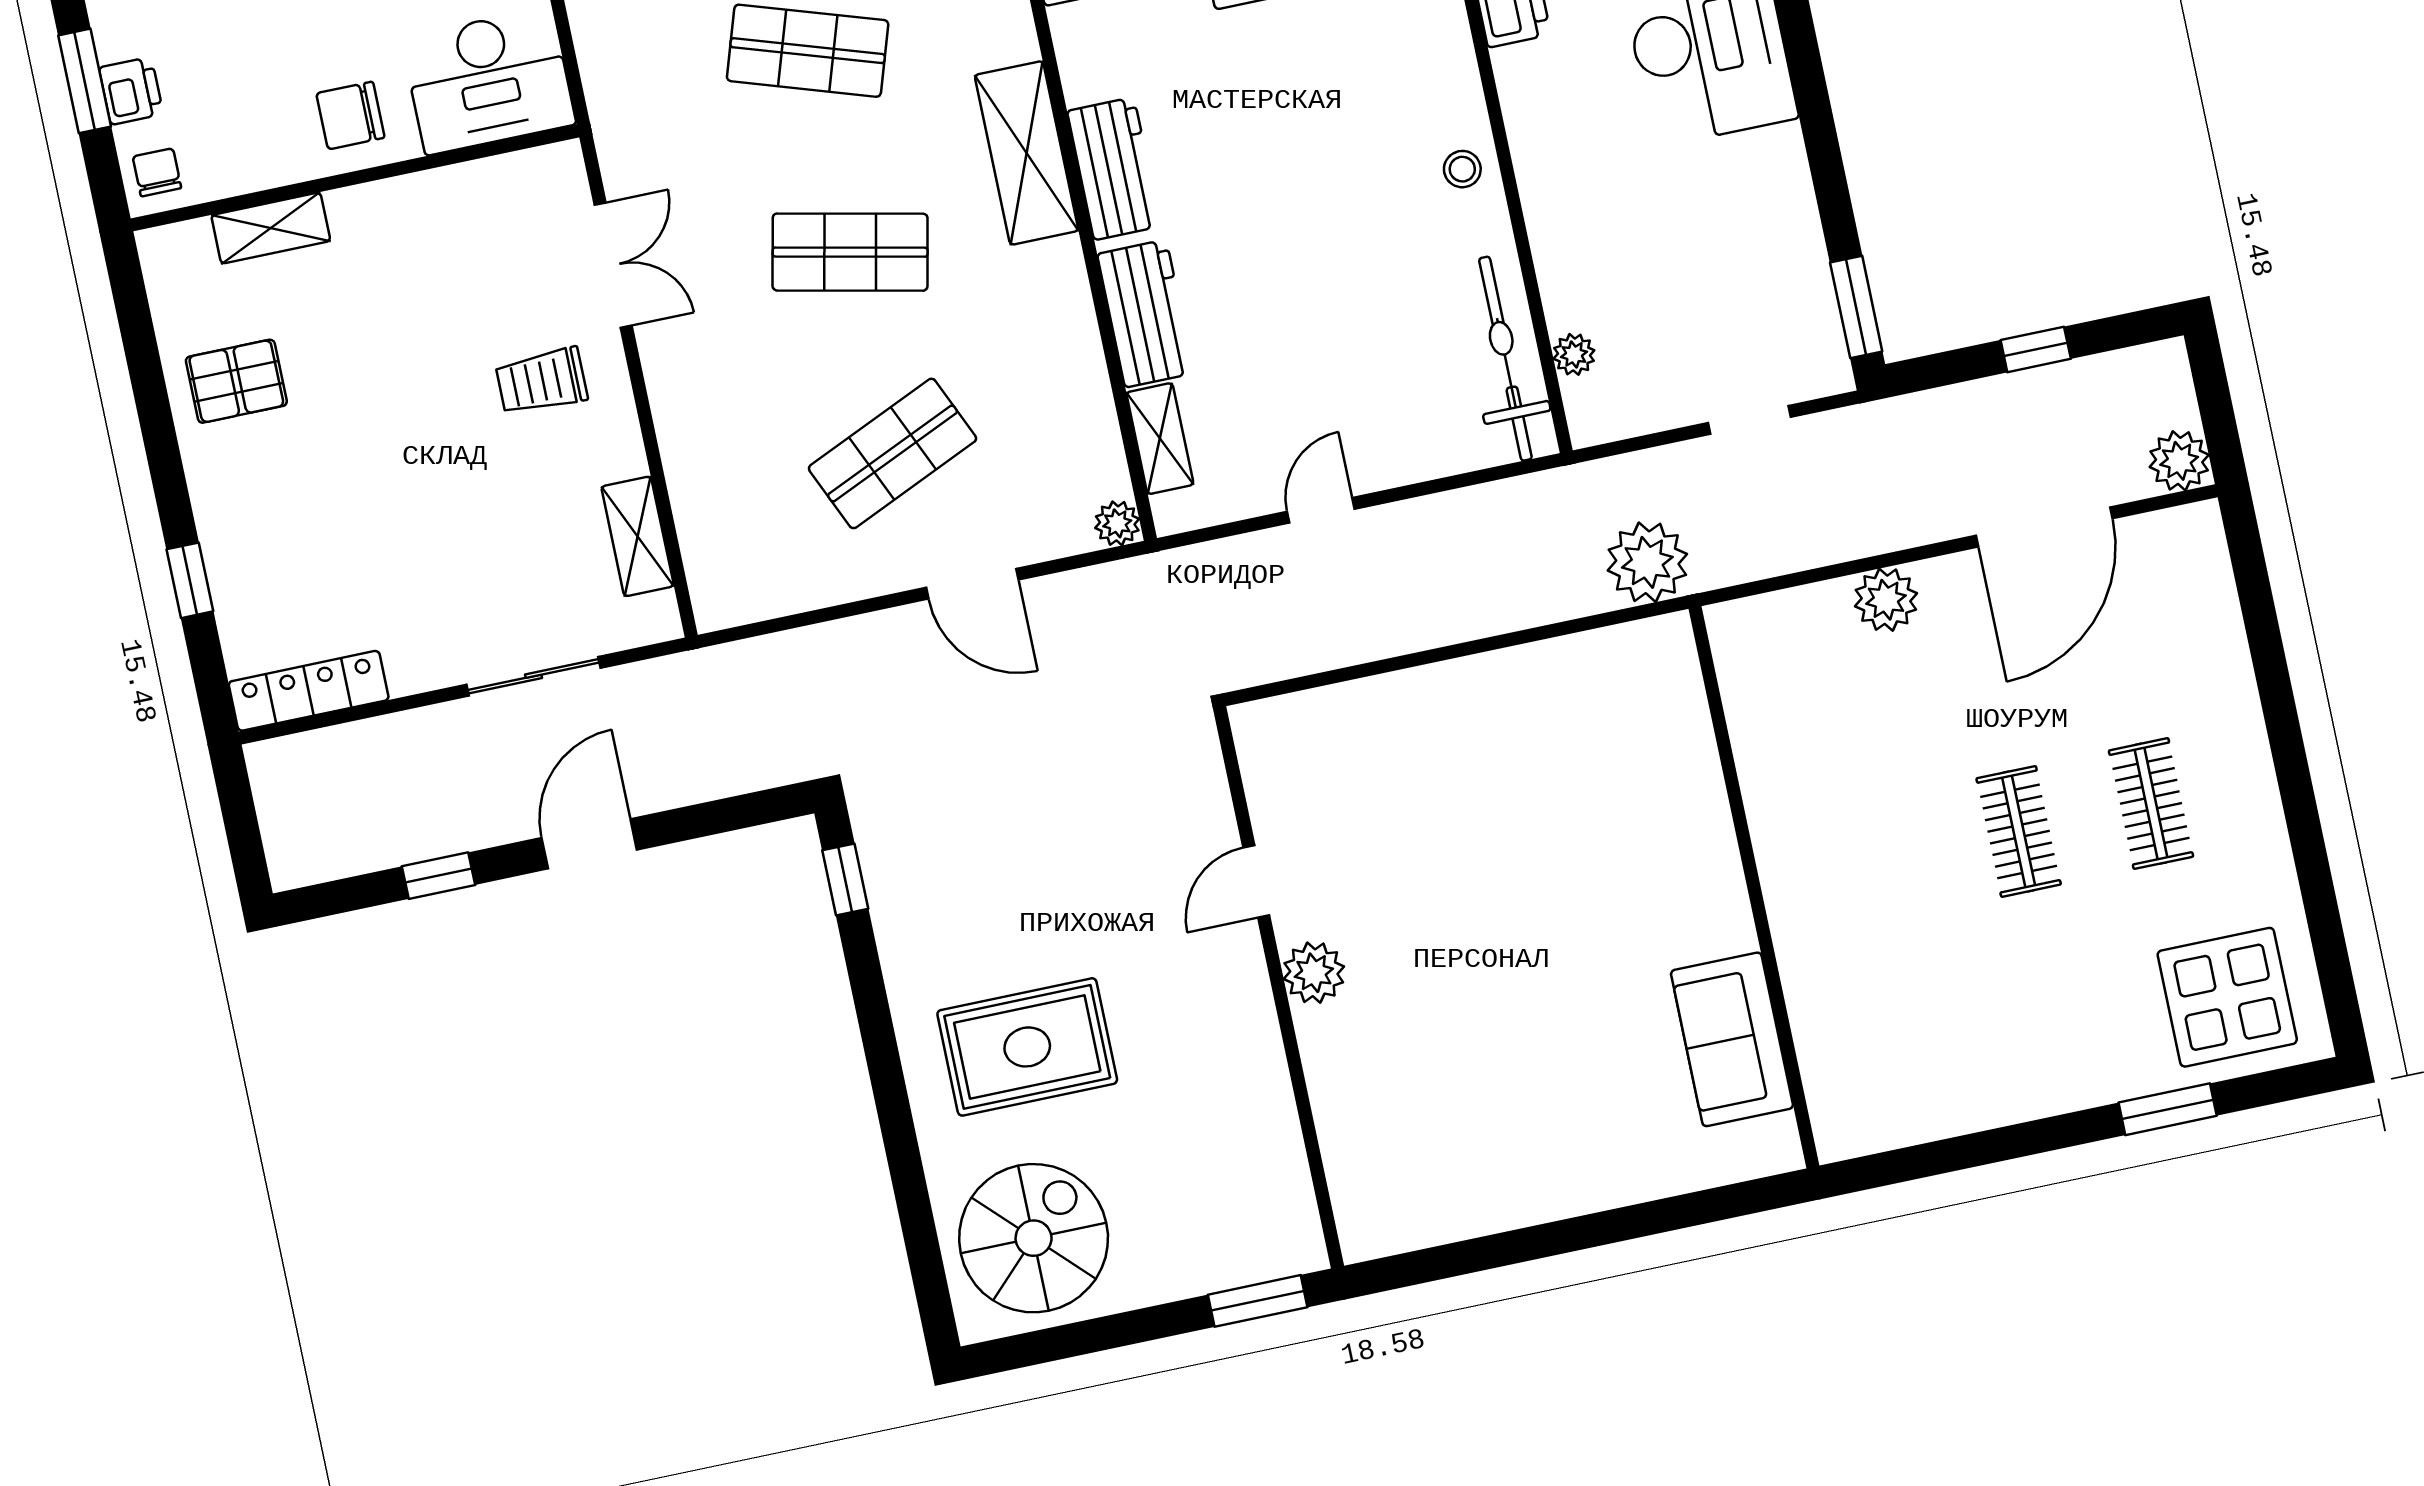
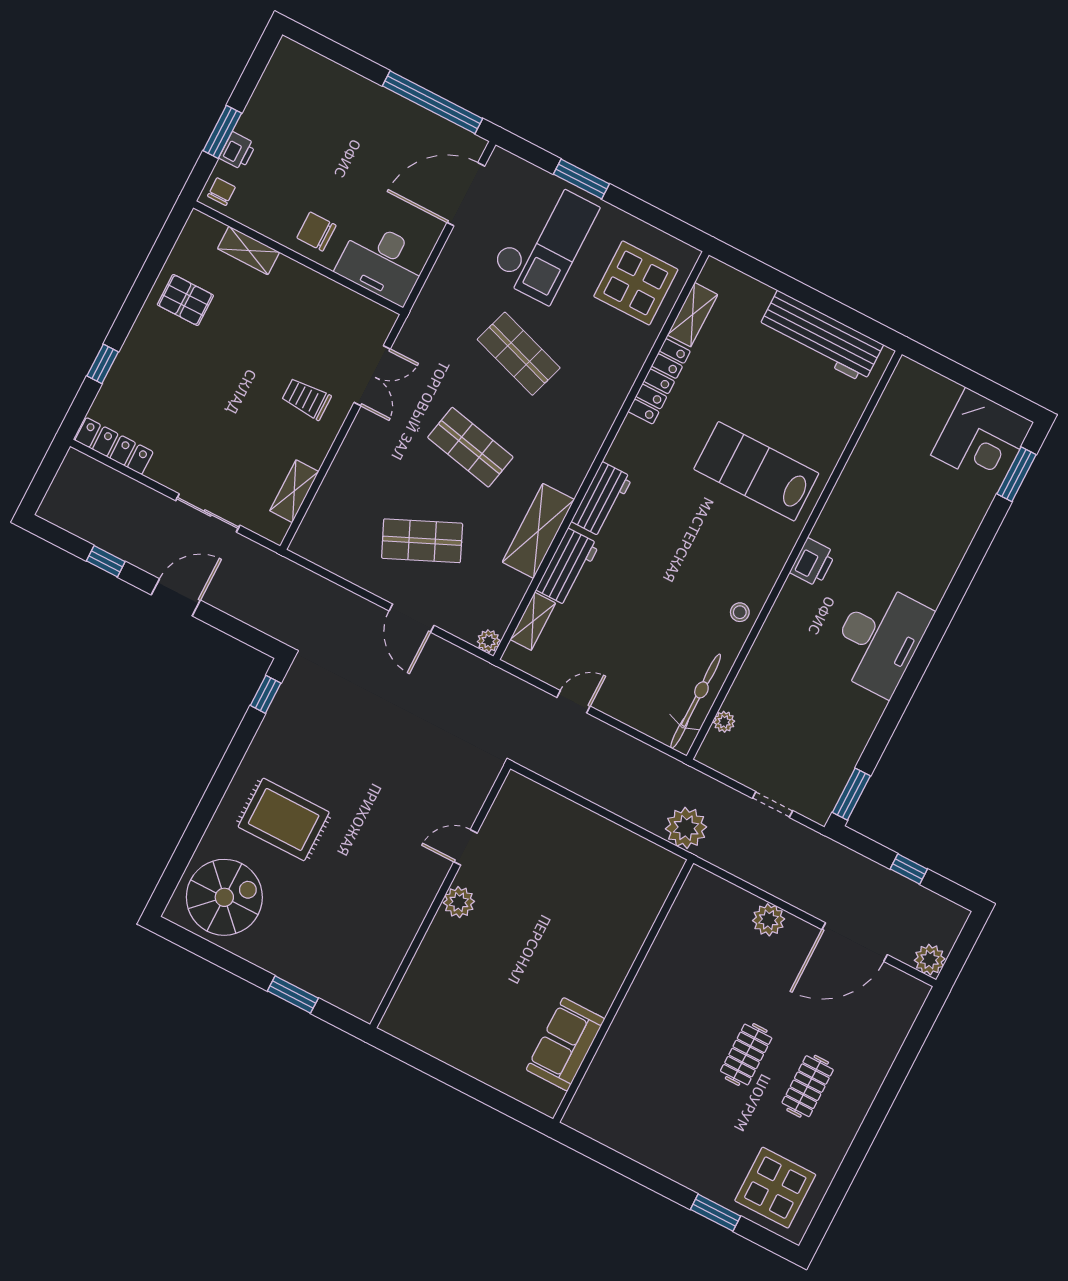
shelving: (1027, 153) -> (538, 531), moved
door: (1256, 882) -> (466, 847), moved
plant: (1314, 973) -> (459, 902), moved
wall: (1279, 987) -> (440, 897), moved

